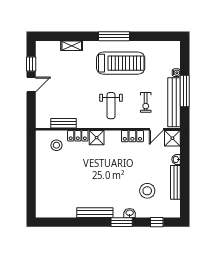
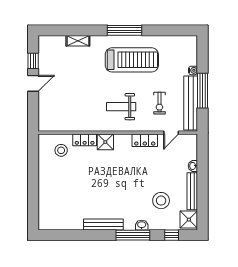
weight bench: (111, 106) -> (121, 107), turned 90
bench: (64, 123) -> (69, 126), removed
shower: (172, 138) -> (189, 220), moved
window: (122, 222) -> (133, 235), width x1.44

